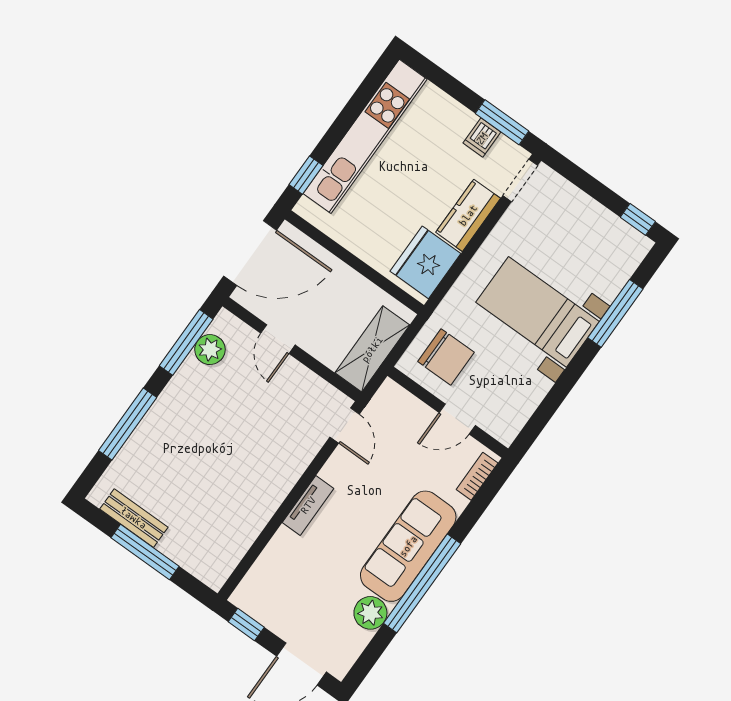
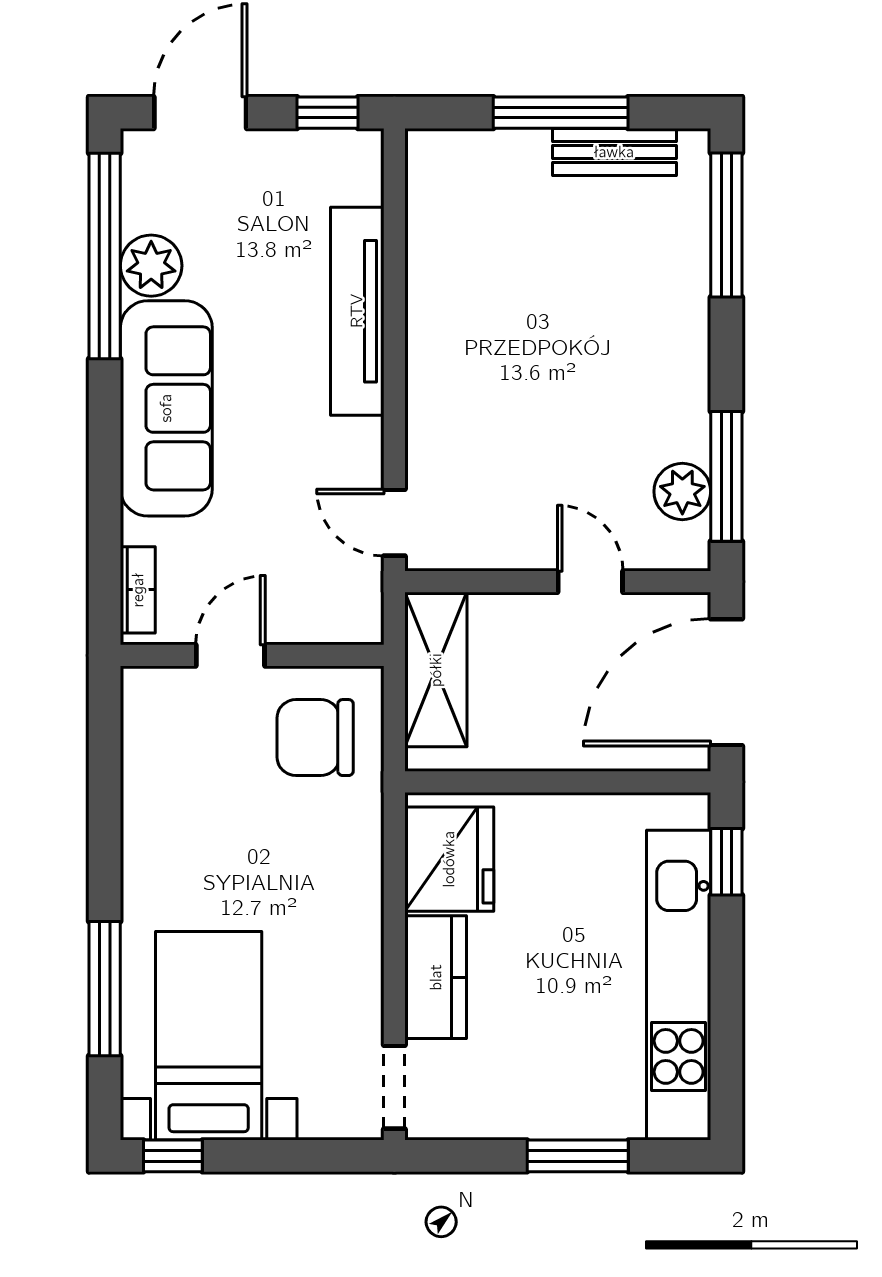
window: (502, 122) -> (578, 1156), moved
dishwasher: (482, 138) -> (499, 1111), removed
bed with nightstands: (537, 312) -> (209, 1036), moved, turned -90
window: (128, 424) -> (726, 225), moved
tv unit: (308, 505) -> (357, 311), width x1.92, depth x1.29
window: (422, 583) -> (105, 256), moved

